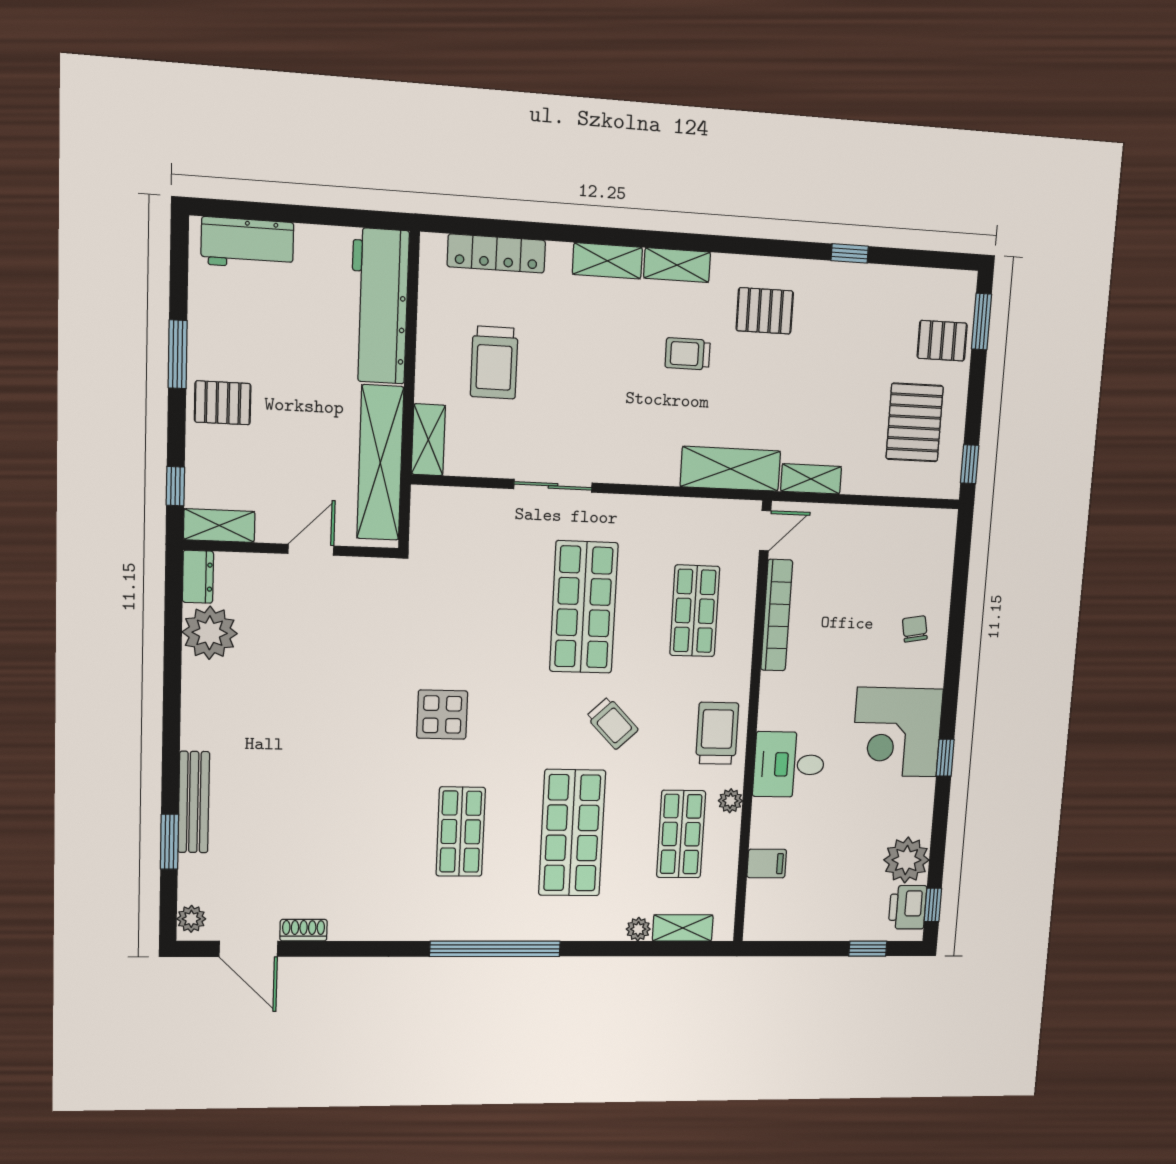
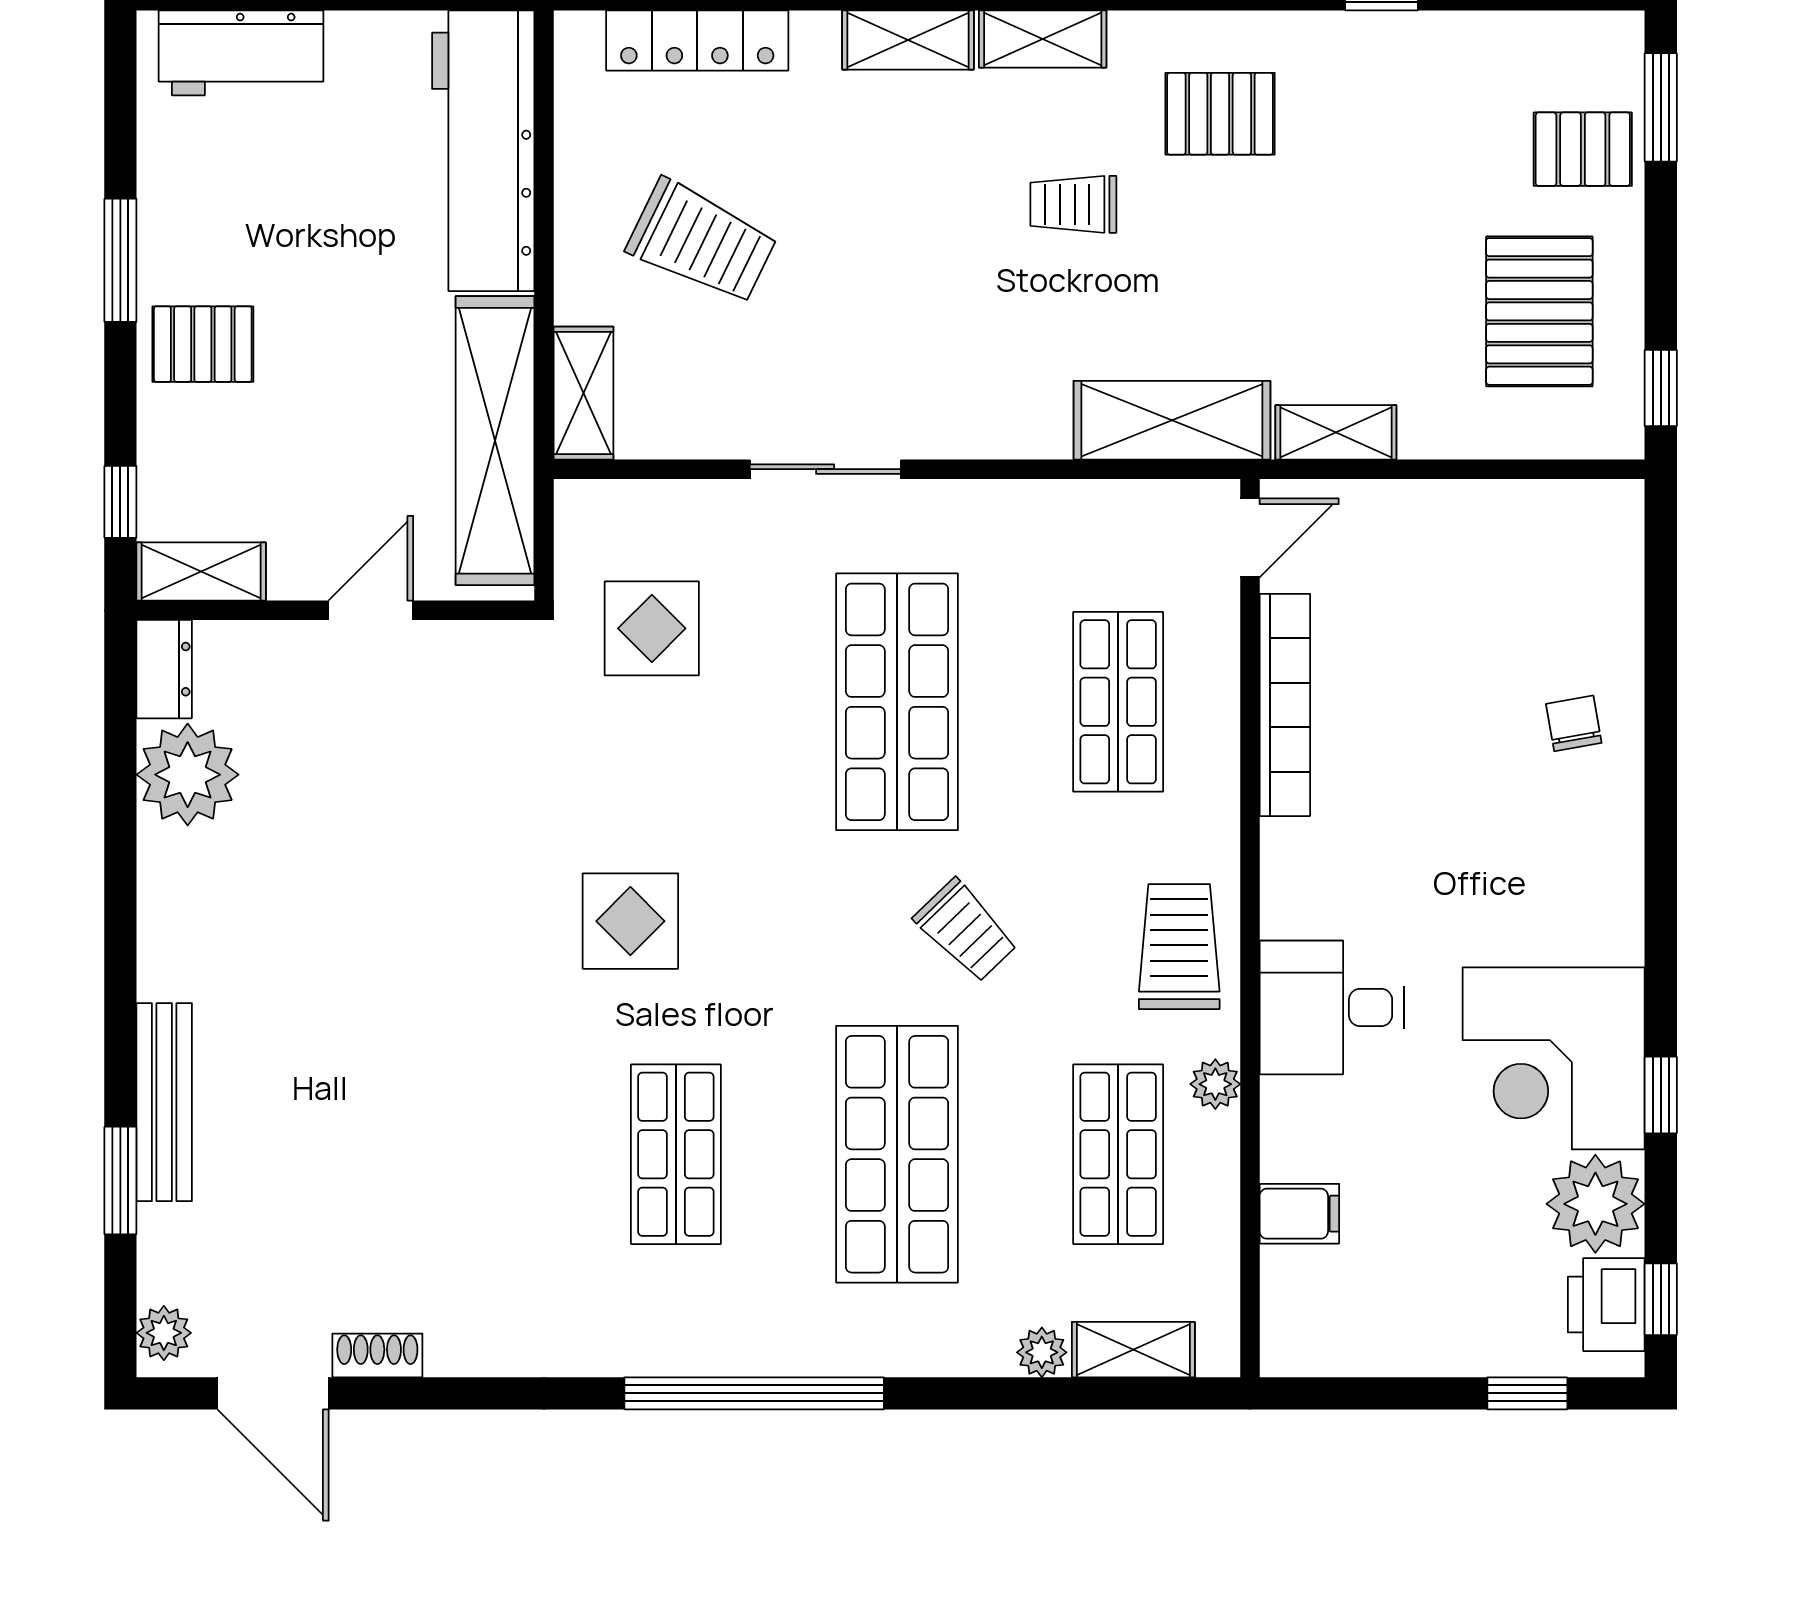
trolley: (494, 362) -> (702, 242), turned -64
display table: (459, 565) -> (652, 628), added
corner desk: (897, 732) -> (1554, 1058), moved
window: (945, 758) -> (1661, 1095), moved

